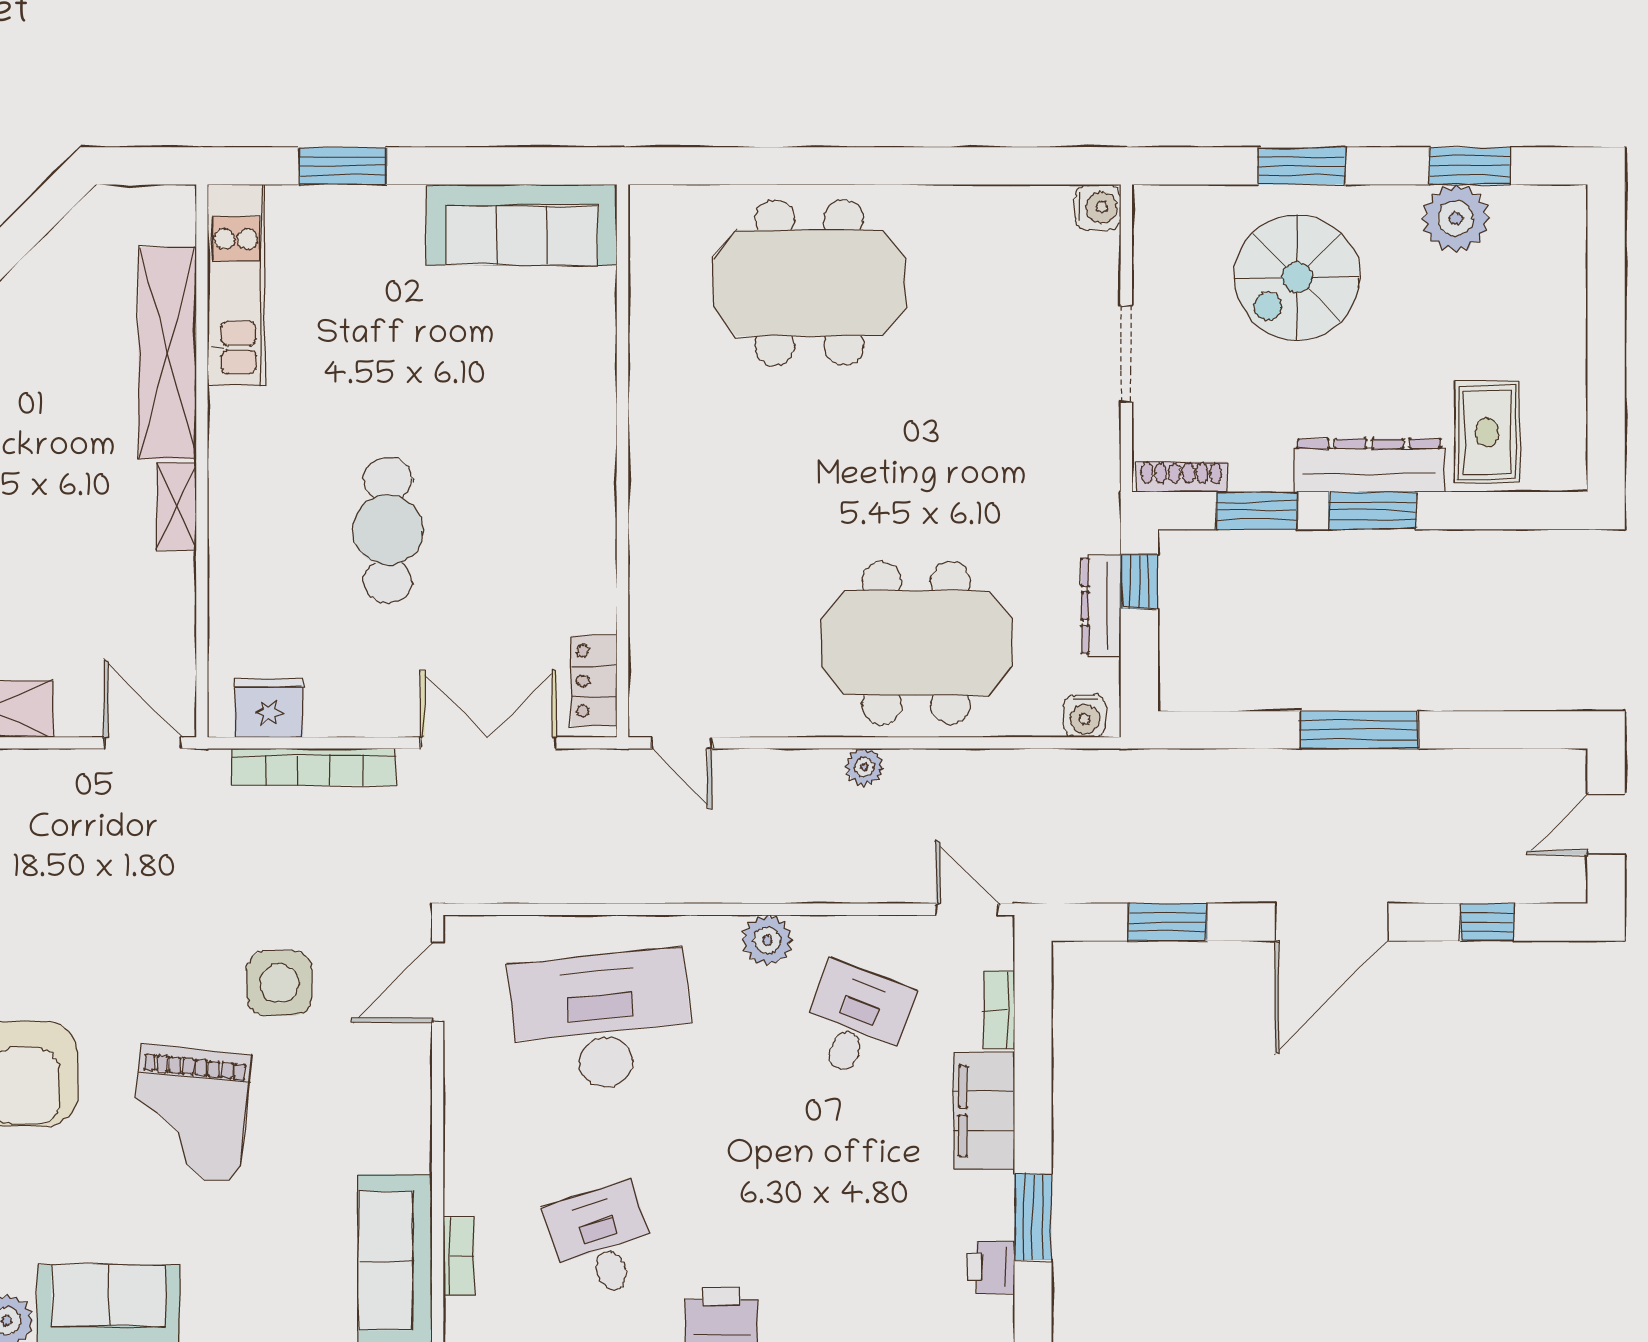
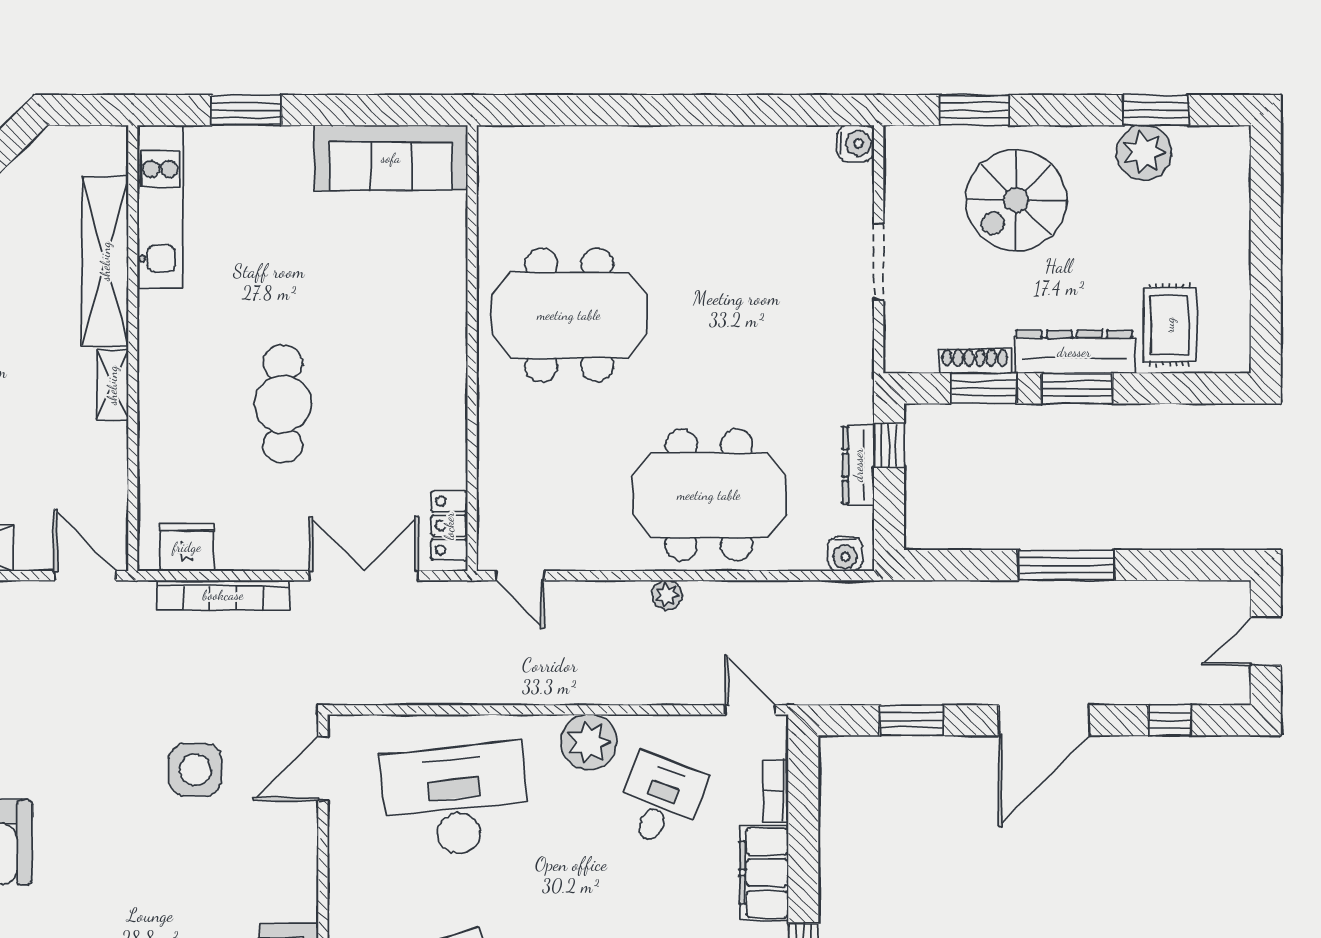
window: (1302, 166) -> (975, 110), moved
meeting table: (809, 283) -> (569, 315), moved
shoe rack: (1182, 477) -> (975, 361), moved
plant: (767, 940) -> (589, 742), width x1.36, depth x1.36
grand piano: (190, 1113) -> (123, 875), removed

